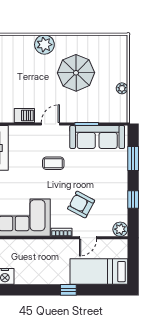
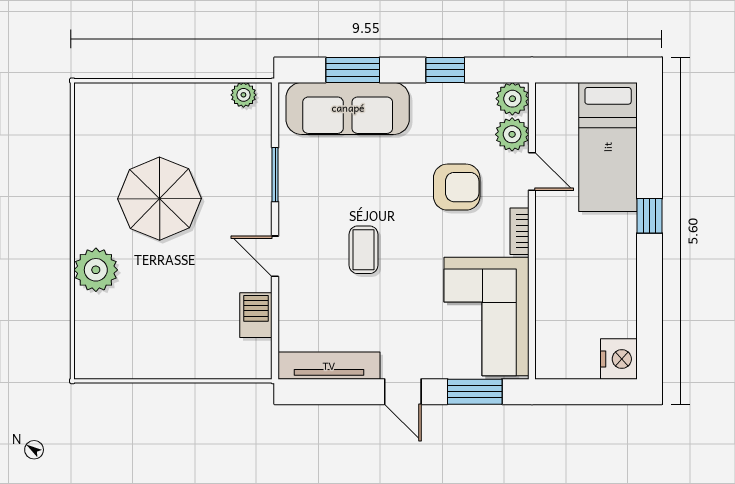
plant: (122, 88) -> (243, 95), moved
sofa: (97, 137) -> (348, 108), moved, turned 90
armchair: (81, 205) -> (457, 187), turned -118
plant: (104, 229) -> (512, 134), added

